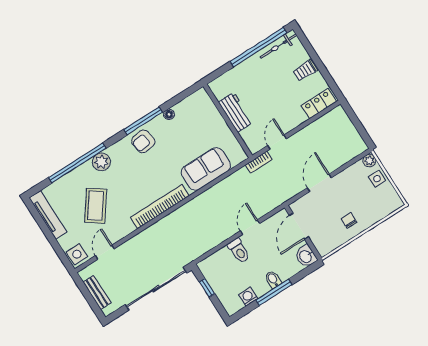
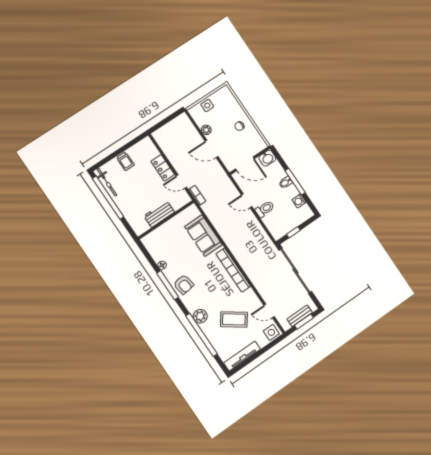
locker: (319, 104) -> (163, 168), moved
plant: (369, 161) -> (206, 130), moved
window: (89, 298) -> (304, 322), added

